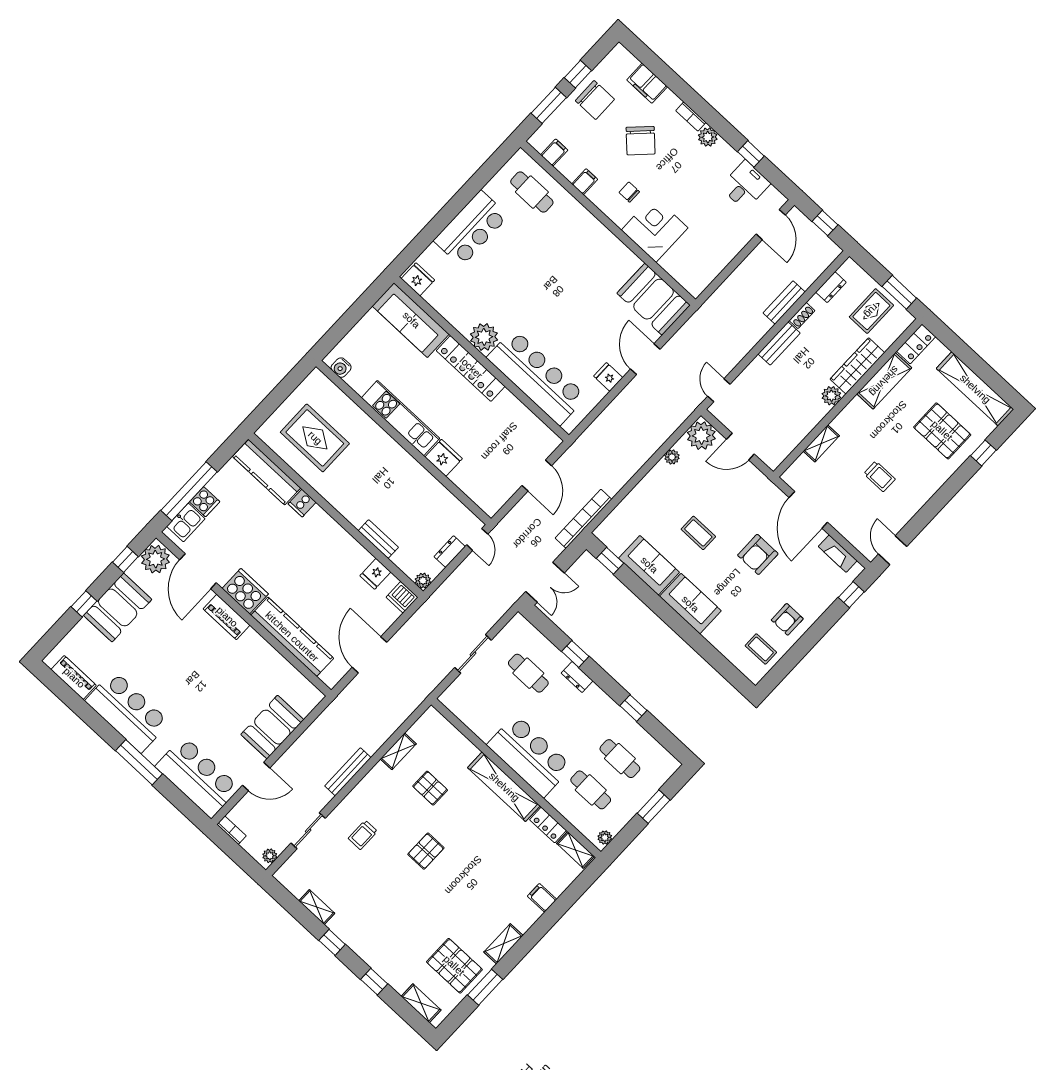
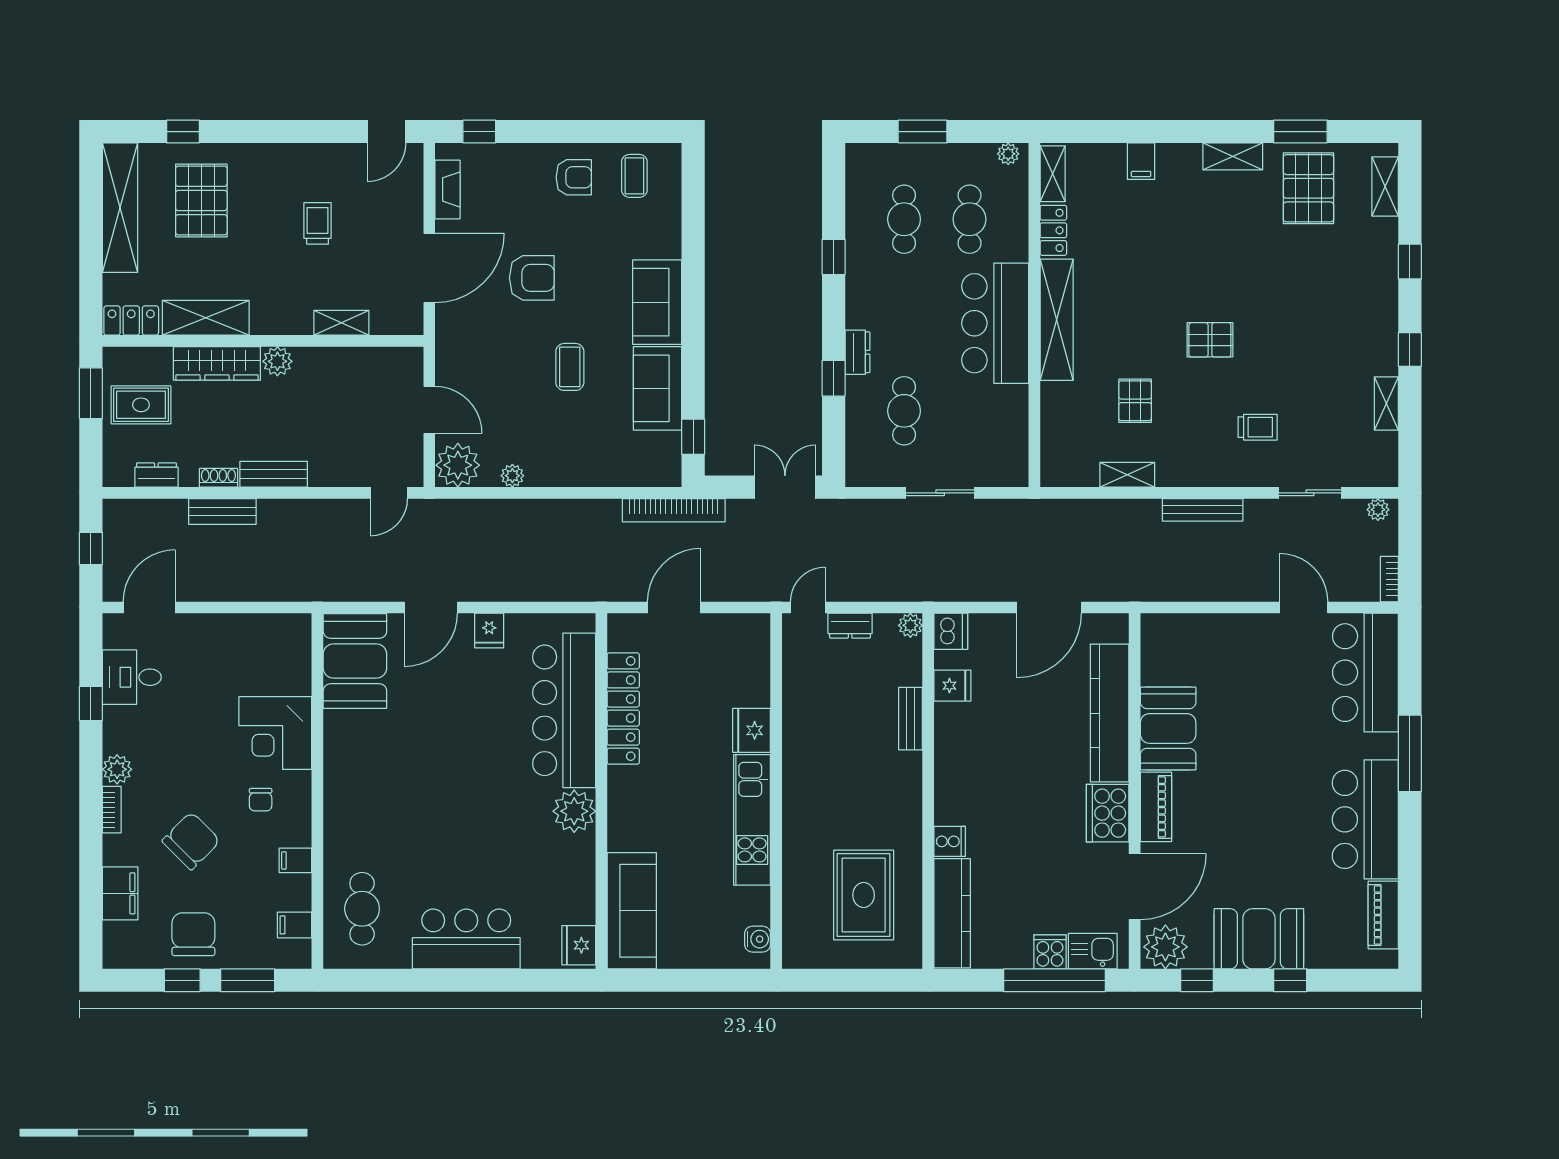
locker: (471, 368) -> (623, 709), moved
booth: (272, 727) -> (1168, 728), moved, turned 90

